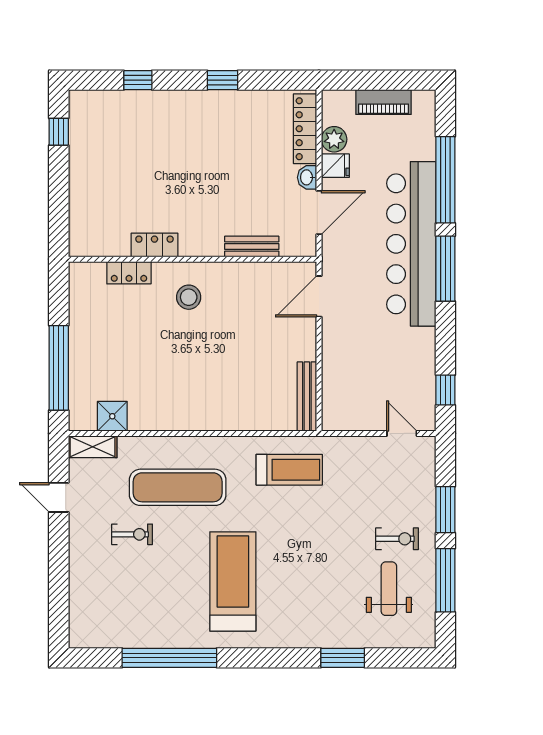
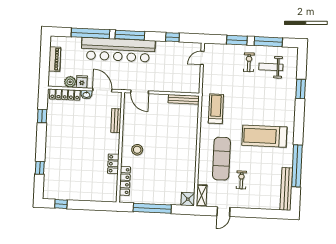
window: (223, 80) -> (42, 116), moved
locker: (129, 273) -> (125, 181), width x1.53
window: (59, 368) -> (152, 208), moved
window: (445, 390) -> (172, 37), moved
shower: (112, 416) -> (188, 199), moved
bench: (116, 636) -> (286, 189), added

